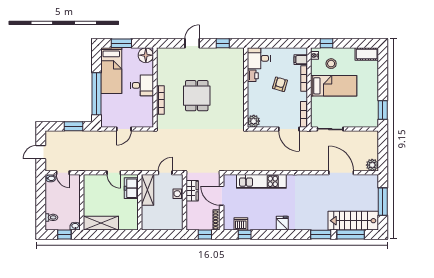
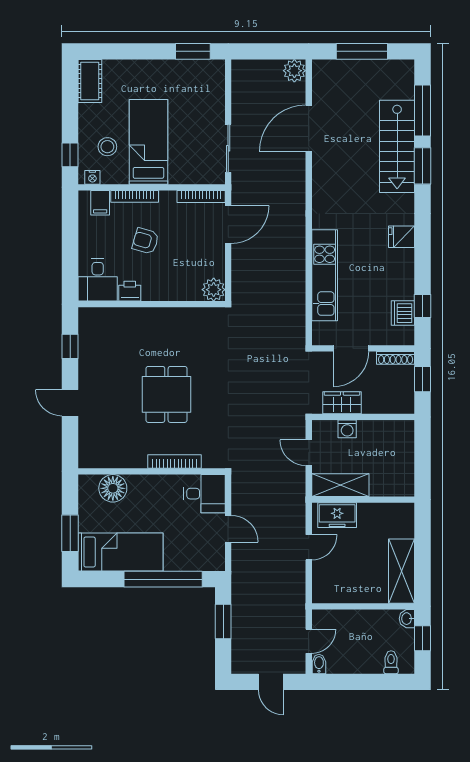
floor lamp: (146, 55) -> (113, 488), moved
desk: (142, 85) -> (204, 494), moved, turned 90
dining table: (197, 96) -> (166, 394), turned 90
stairs: (353, 221) -> (397, 146), moved

